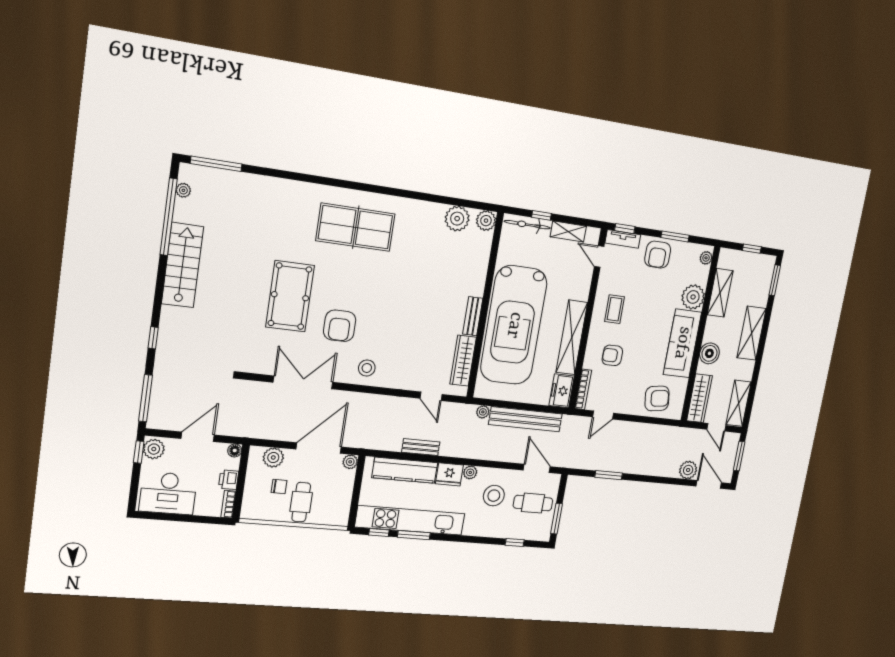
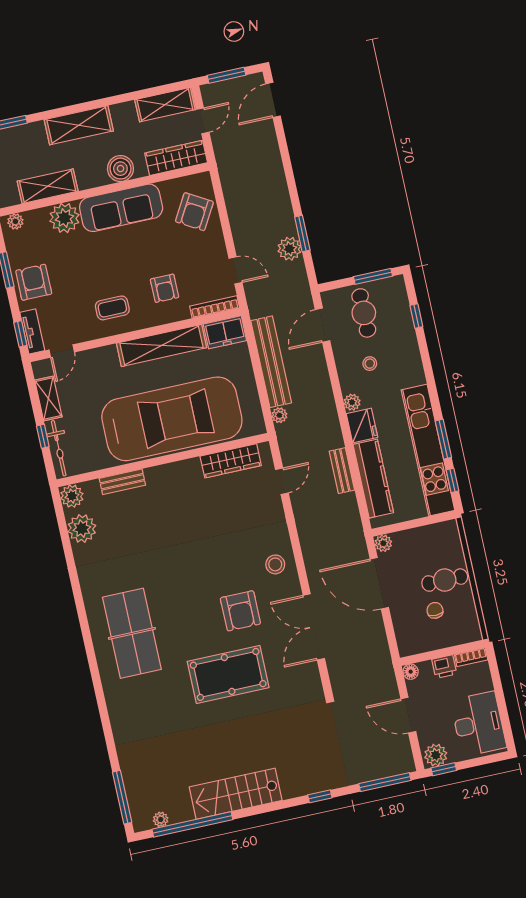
armchair: (658, 255) -> (34, 282), turned -90
bench: (473, 316) -> (122, 482), moved
armchair: (340, 326) -> (240, 611), turned 90
armchair: (657, 398) -> (194, 212), turned -142
plant: (273, 458) -> (405, 628), removed
plant: (688, 470) -> (289, 249), moved
stool: (494, 496) -> (370, 364), width x0.53, depth x0.53

